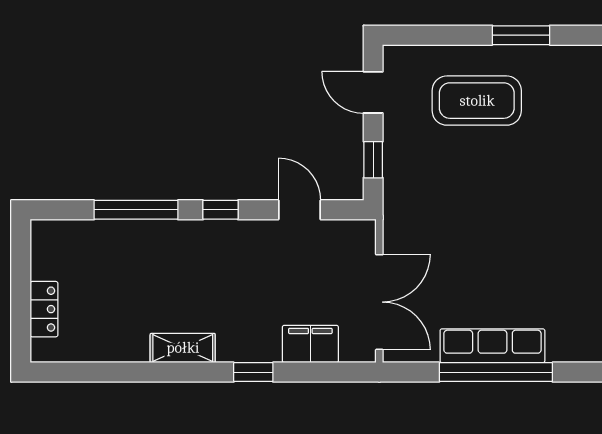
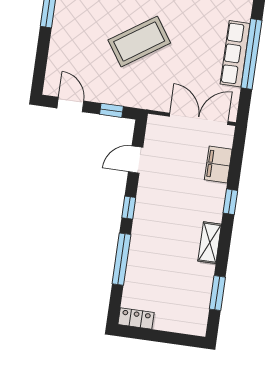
door: (373, 92) -> (70, 105), swing flipped
coffee table: (477, 101) -> (139, 41), moved, turned 56
locker: (44, 309) -> (136, 318), moved
window: (103, 372) -> (217, 293), added

